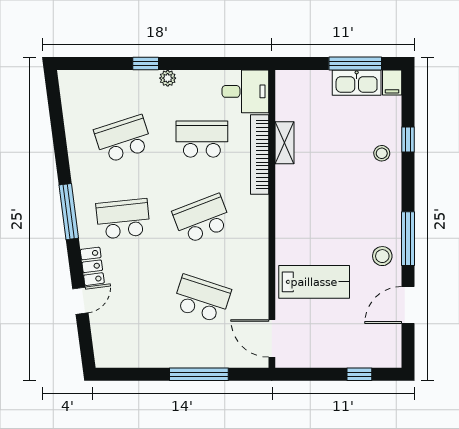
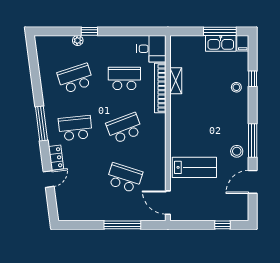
plant: (168, 78) -> (78, 40), moved

